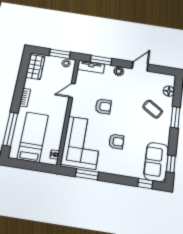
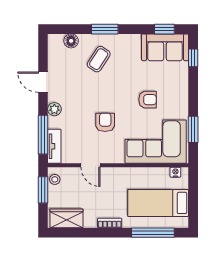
window: (101, 60) -> (43, 135), width x1.44
armchair: (116, 141) -> (148, 100), turned 90

